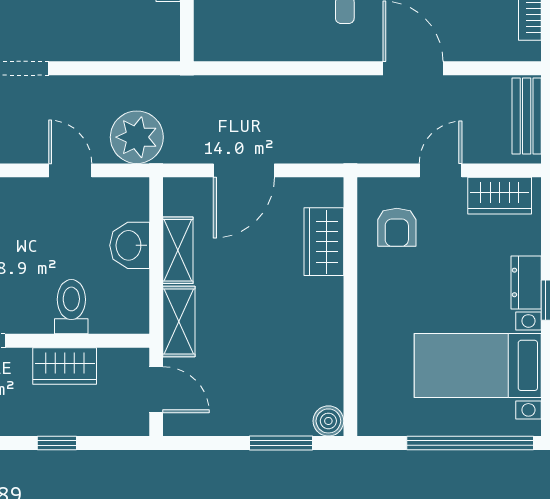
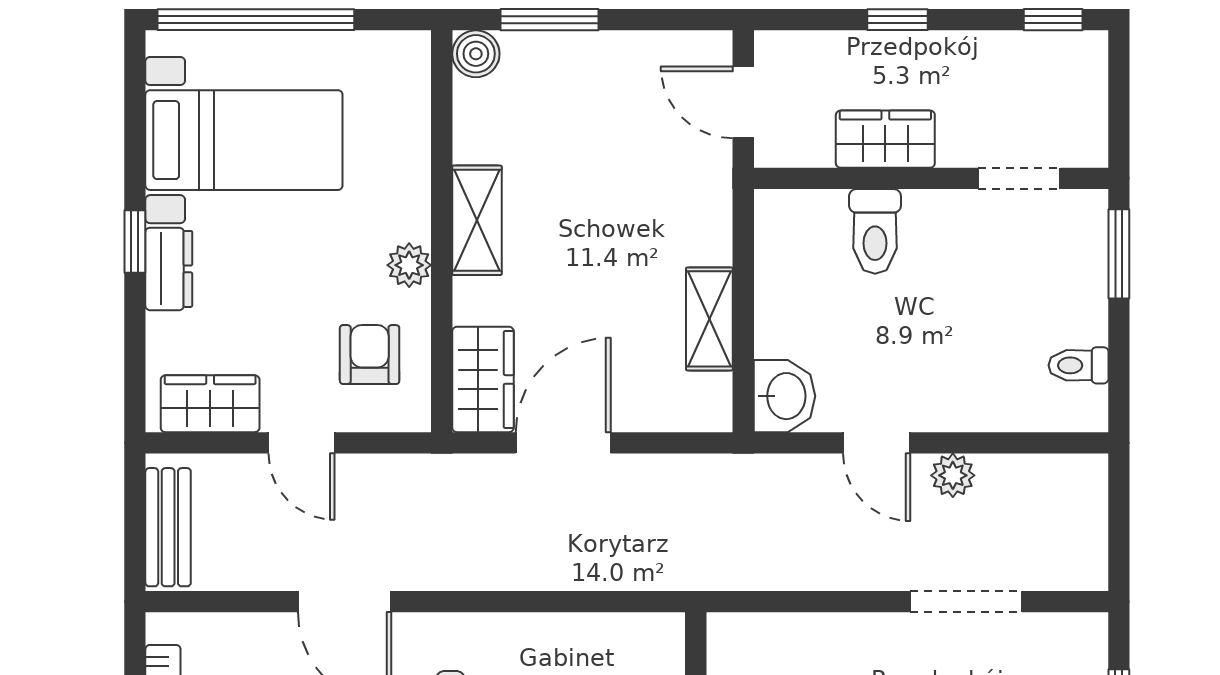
plant: (137, 137) -> (953, 475), moved, width x0.53, depth x0.53
door: (244, 170) -> (563, 443), moved
door: (441, 170) -> (302, 443), hinge flipped
wardrobe: (324, 242) -> (483, 379), moved
washbasin: (130, 245) -> (785, 396), moved
plant: (371, 285) -> (409, 265), added
shelving: (179, 322) -> (477, 220), moved

